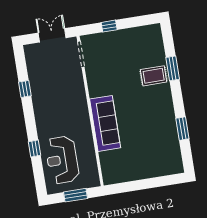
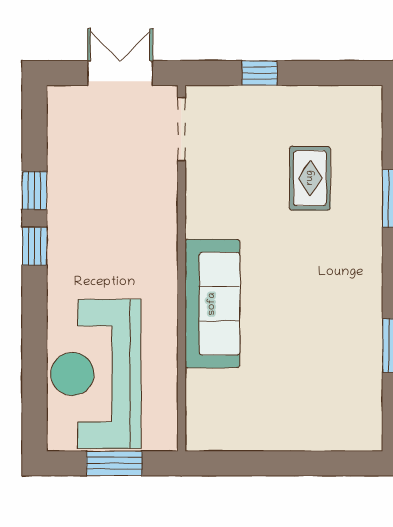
rug: (154, 76) -> (310, 178), moved, turned 90
window: (35, 148) -> (35, 246), moved
reception desk: (62, 160) -> (96, 374), width x1.36, depth x1.30

